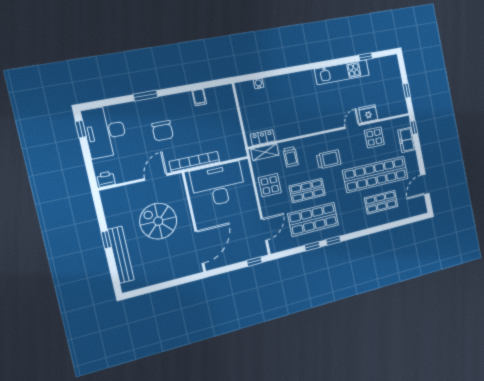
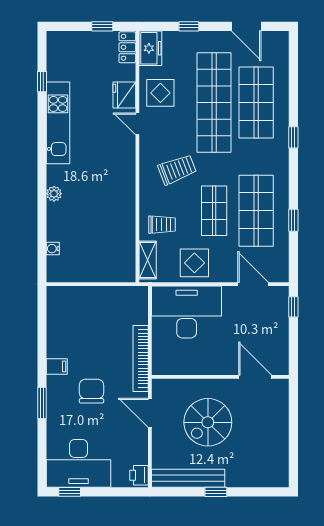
plant: (296, 78) -> (54, 194), added
filing cabinet: (199, 97) -> (57, 366), moved
window: (414, 128) -> (189, 26), moved
chair: (163, 131) -> (92, 391), turned -90
locker: (263, 138) -> (127, 47), moved
freezer: (407, 140) -> (150, 48), moved, turned -90
trolley: (329, 159) -> (177, 169), turned 69
desk: (218, 185) -> (187, 312), moved, turned 90
shop shelf: (381, 202) -> (256, 102), width x1.43, depth x1.36
window: (333, 241) -> (293, 137), moved
door: (199, 247) -> (255, 377), width x0.73
bench: (121, 255) -> (188, 478), moved

